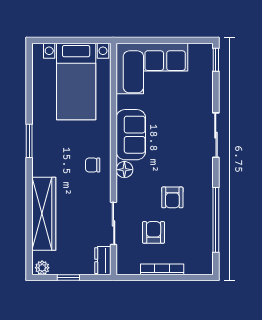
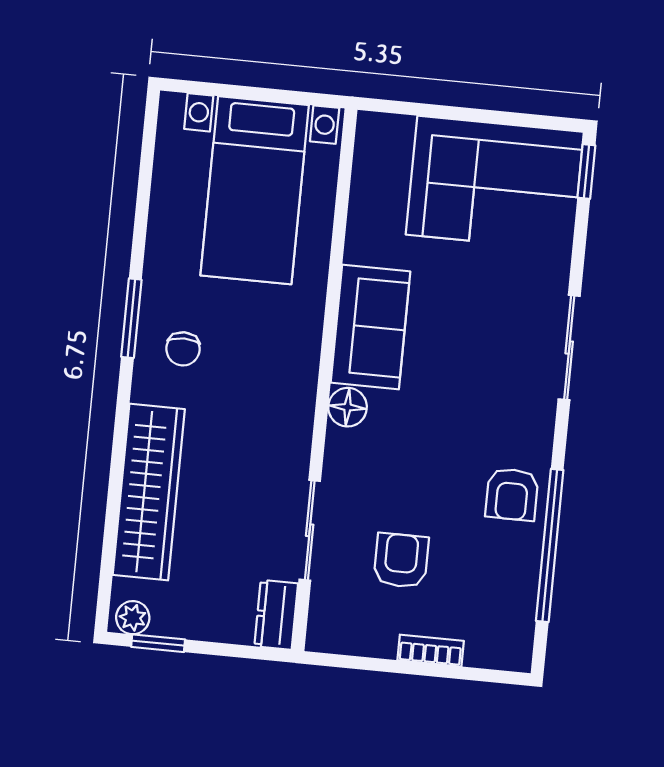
corner sofa: (152, 69) -> (495, 183), moved
chair: (93, 165) -> (183, 349), moved, turned -90
armchair: (172, 197) -> (512, 494), moved
bookcase: (162, 269) -> (431, 651), width x0.64
window: (68, 278) -> (158, 643), moved

